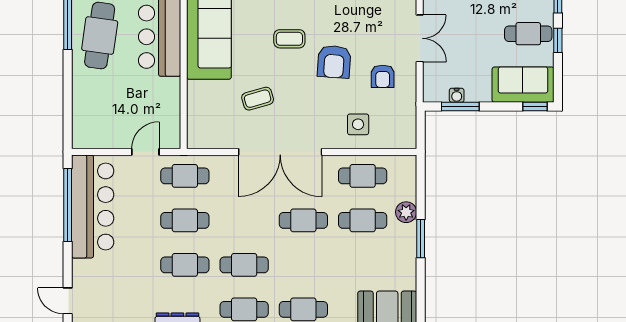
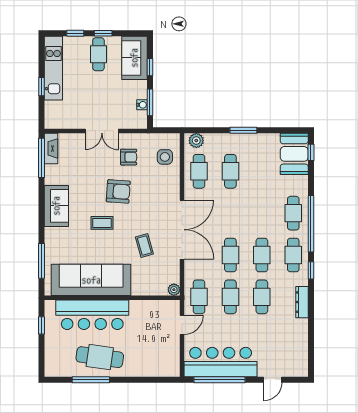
double door: (420, 38) -> (102, 131), swing flipped
coffee table: (289, 39) -> (102, 223), turned 90
window: (535, 106) -> (150, 67), moved
side table: (358, 124) -> (165, 157), moved
plant: (195, 140) -> (174, 290), added
door: (145, 152) -> (182, 325), swing flipped
plant: (406, 212) -> (196, 141), moved
cafe table: (303, 220) -> (230, 255), moved
door: (68, 301) -> (273, 380), moved

